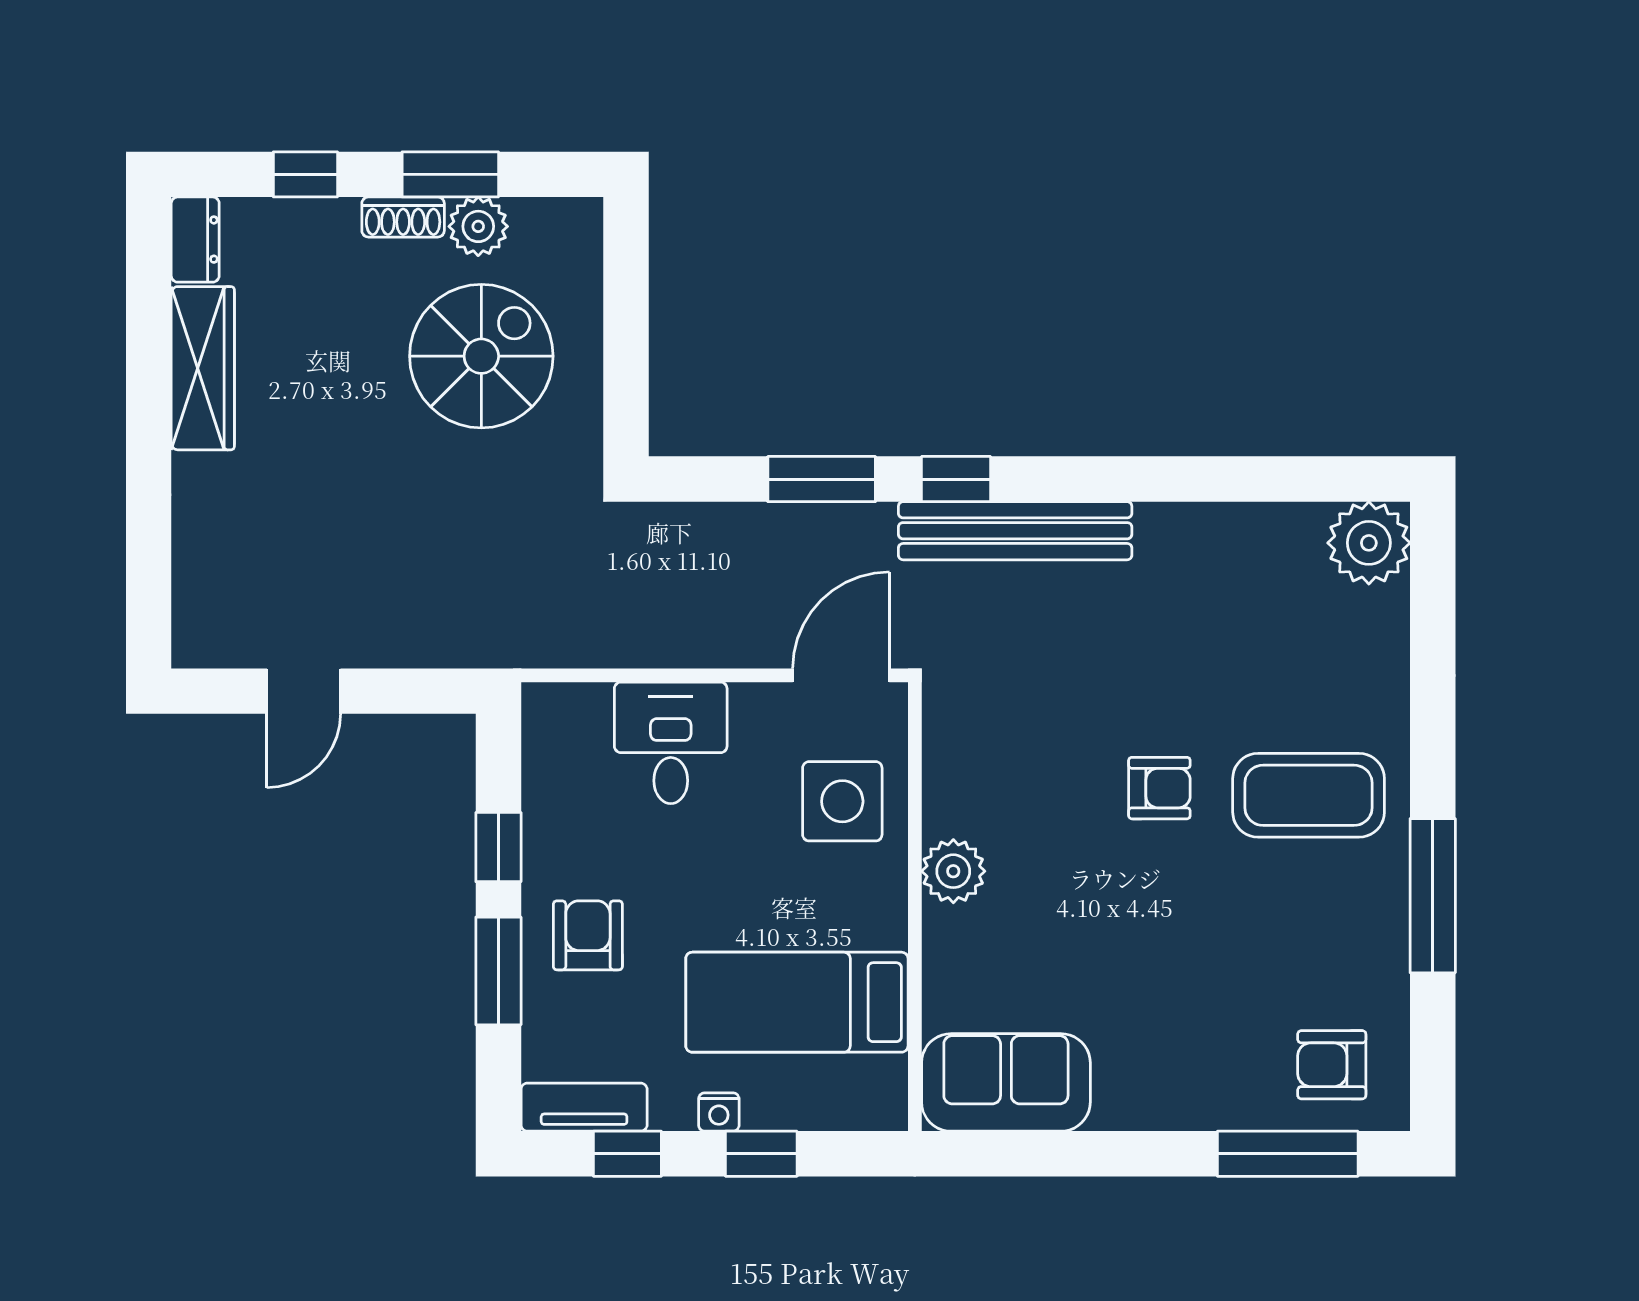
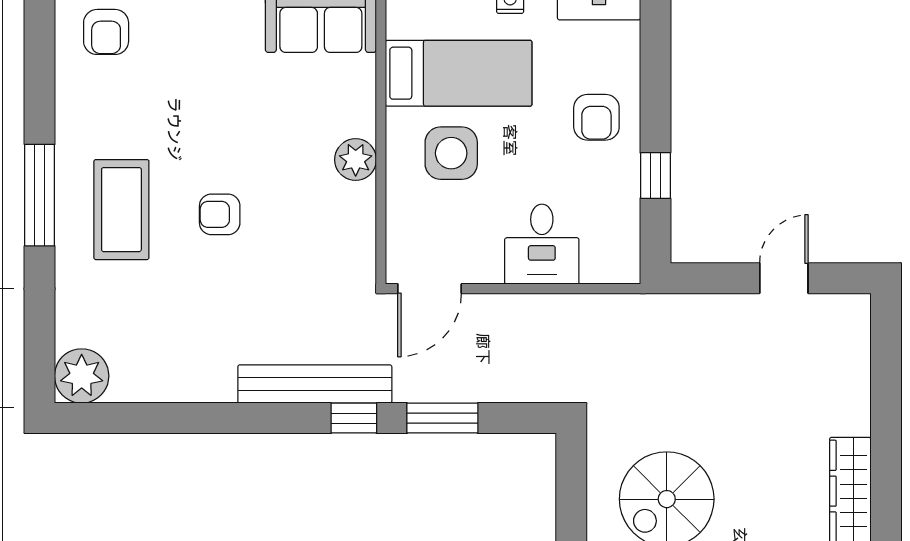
coffee table: (1309, 795) -> (121, 210), turned 90
side table: (842, 801) -> (451, 153), moved
window: (1433, 896) -> (40, 195), moved
window: (498, 971) -> (655, 94), removed
armchair: (1332, 1065) -> (106, 32), turned 90

